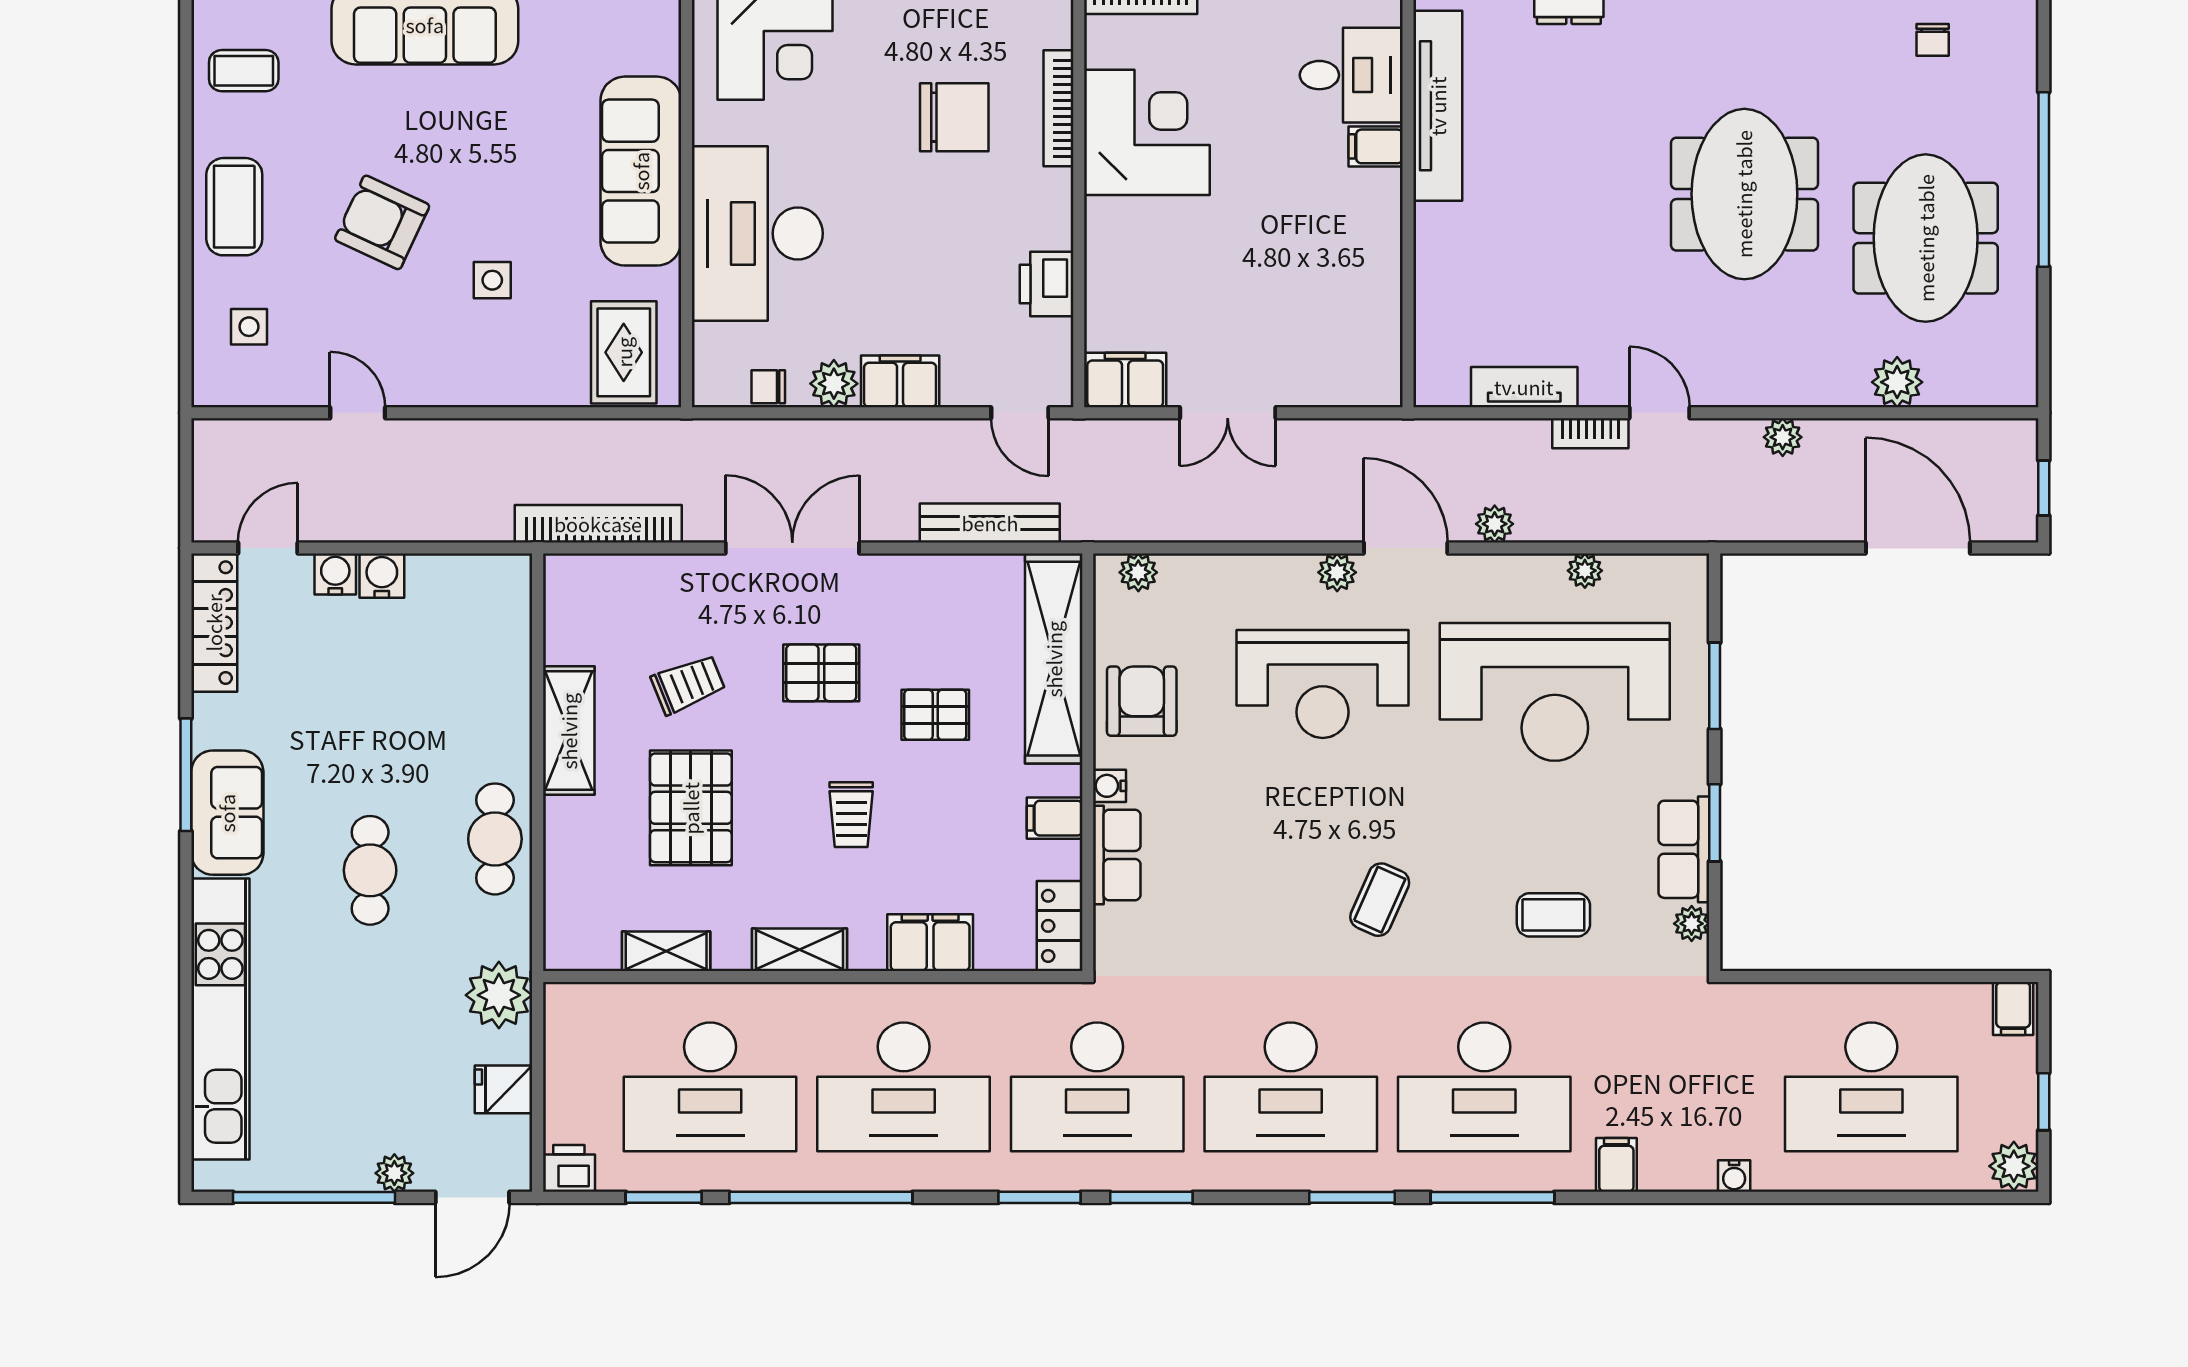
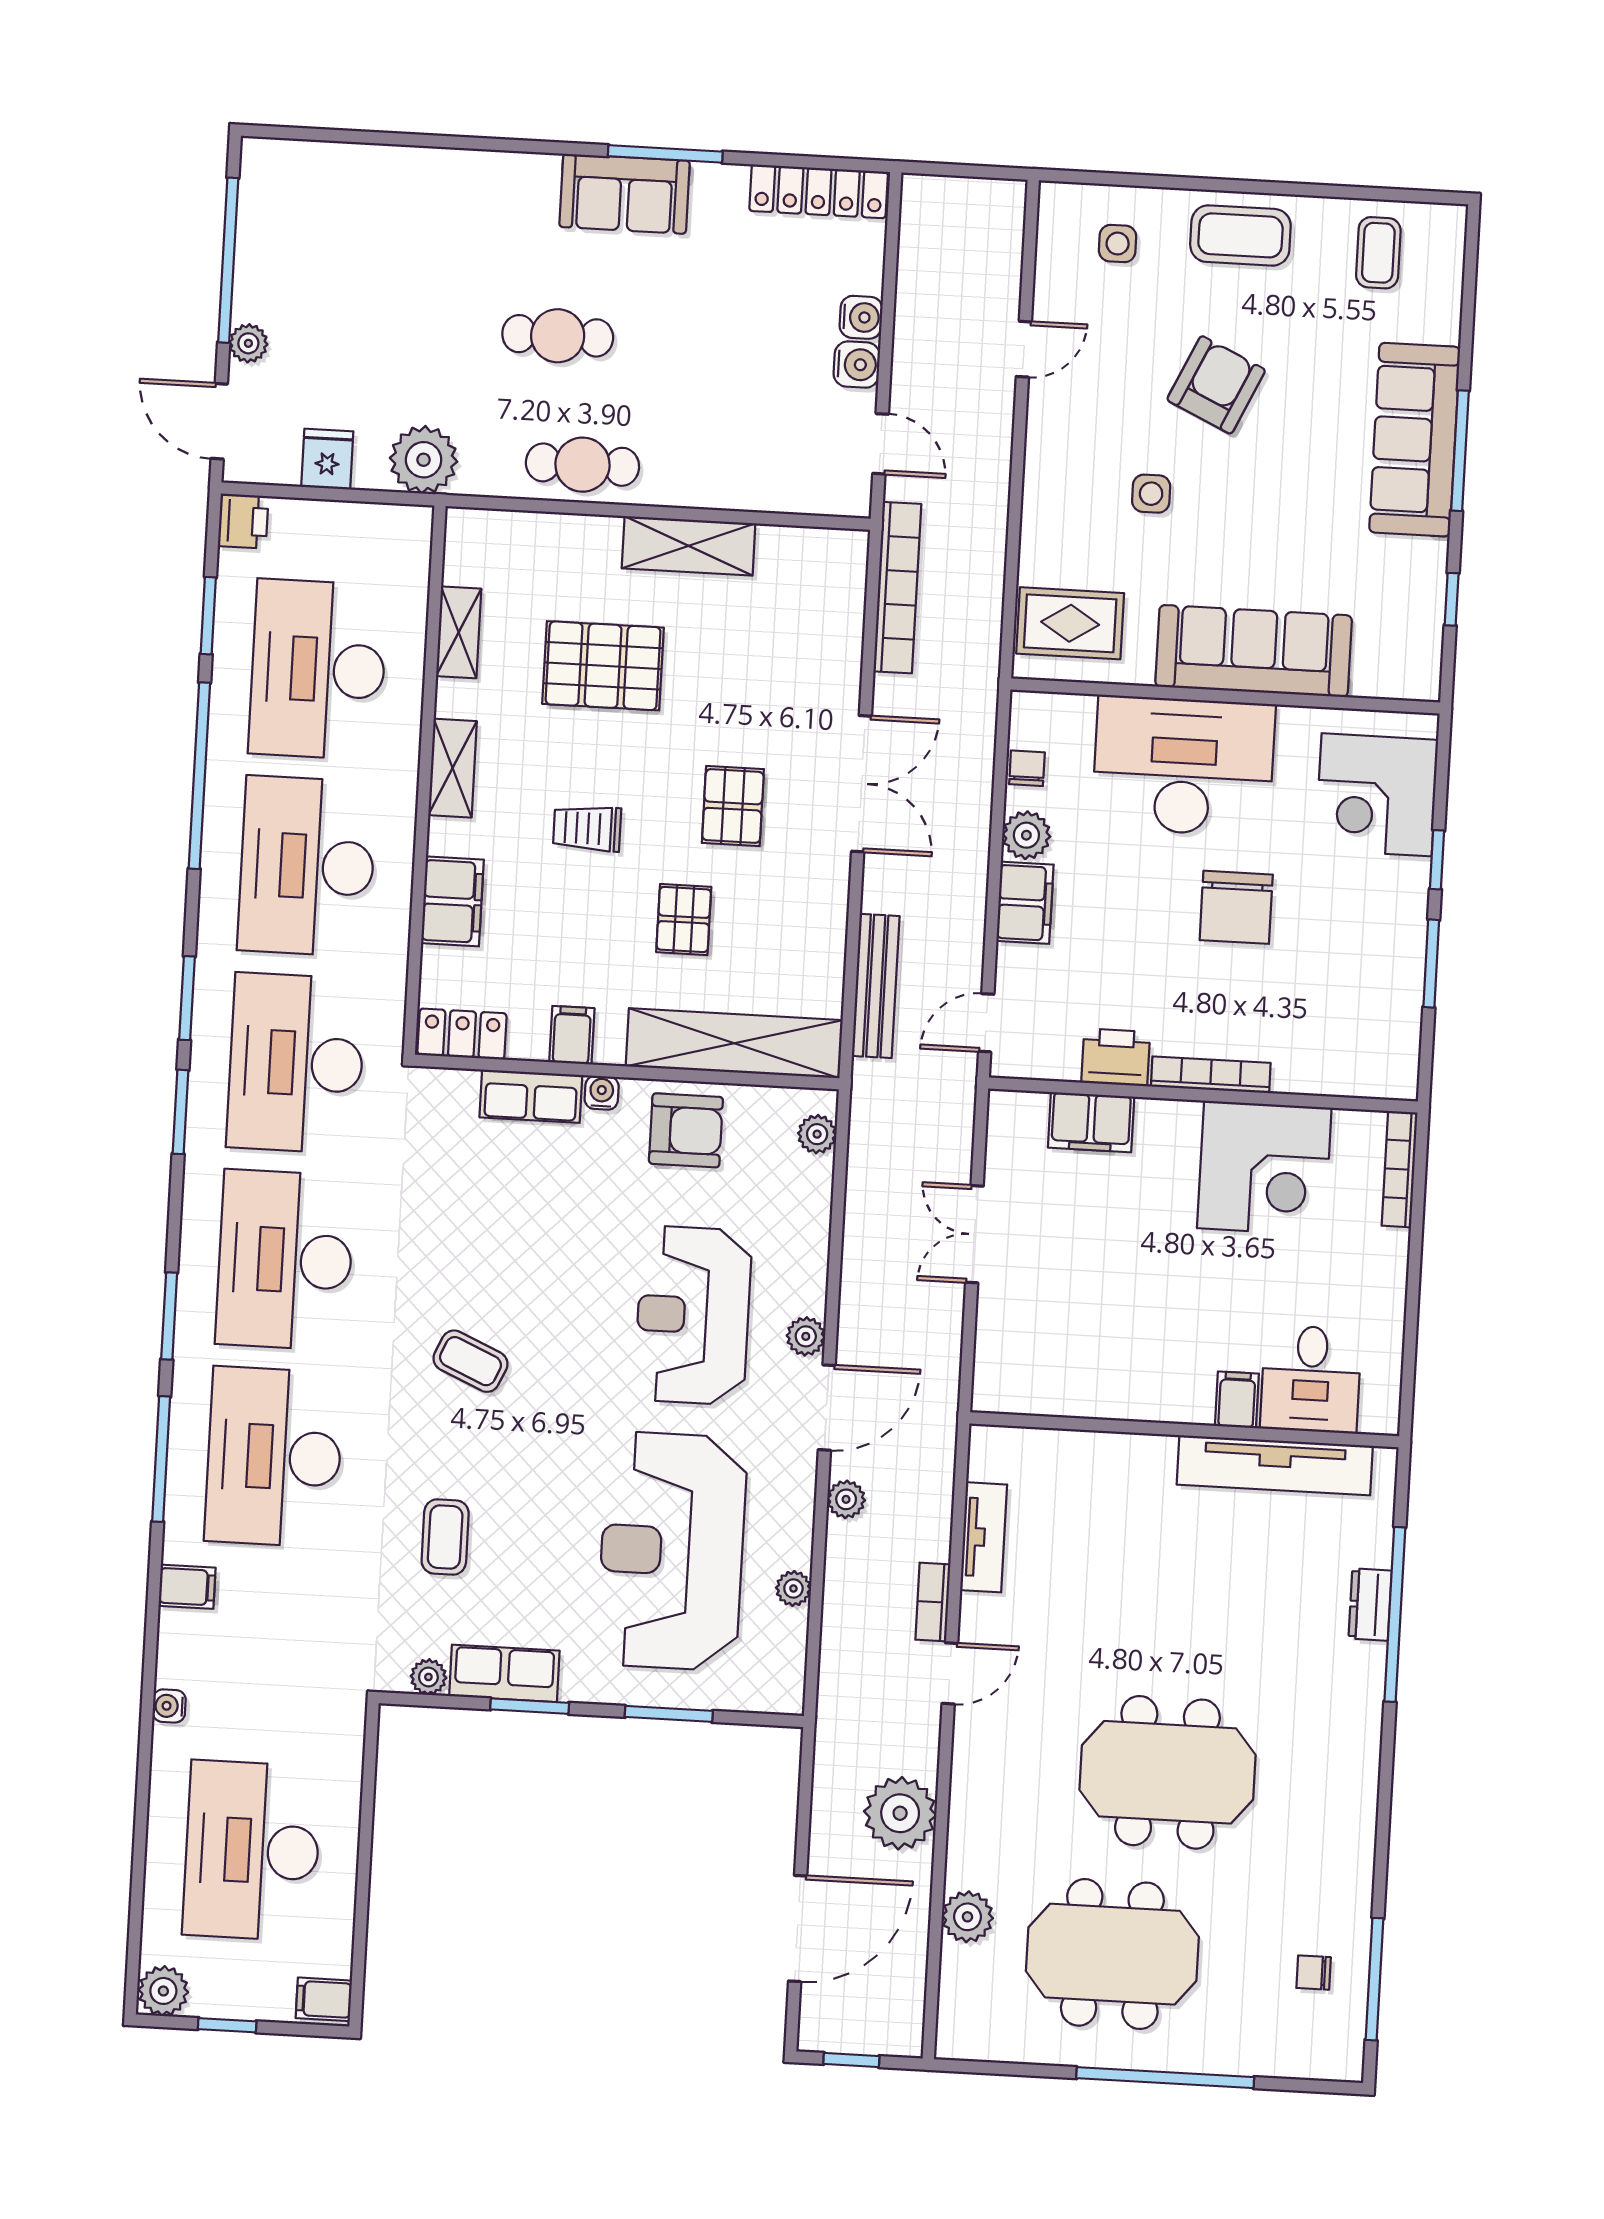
bookcase: (1058, 108) -> (1211, 1075), moved
chair: (954, 117) -> (1236, 907), moved
filing cabinet: (1125, 380) -> (1091, 1122), moved, turned 90
plant: (1783, 437) -> (900, 1813), width x1.87, depth x1.87
door: (268, 548) -> (881, 444), moved
trolley: (688, 684) -> (729, 670), removed
kitchen unit: (220, 1019) -> (415, 175), removed

